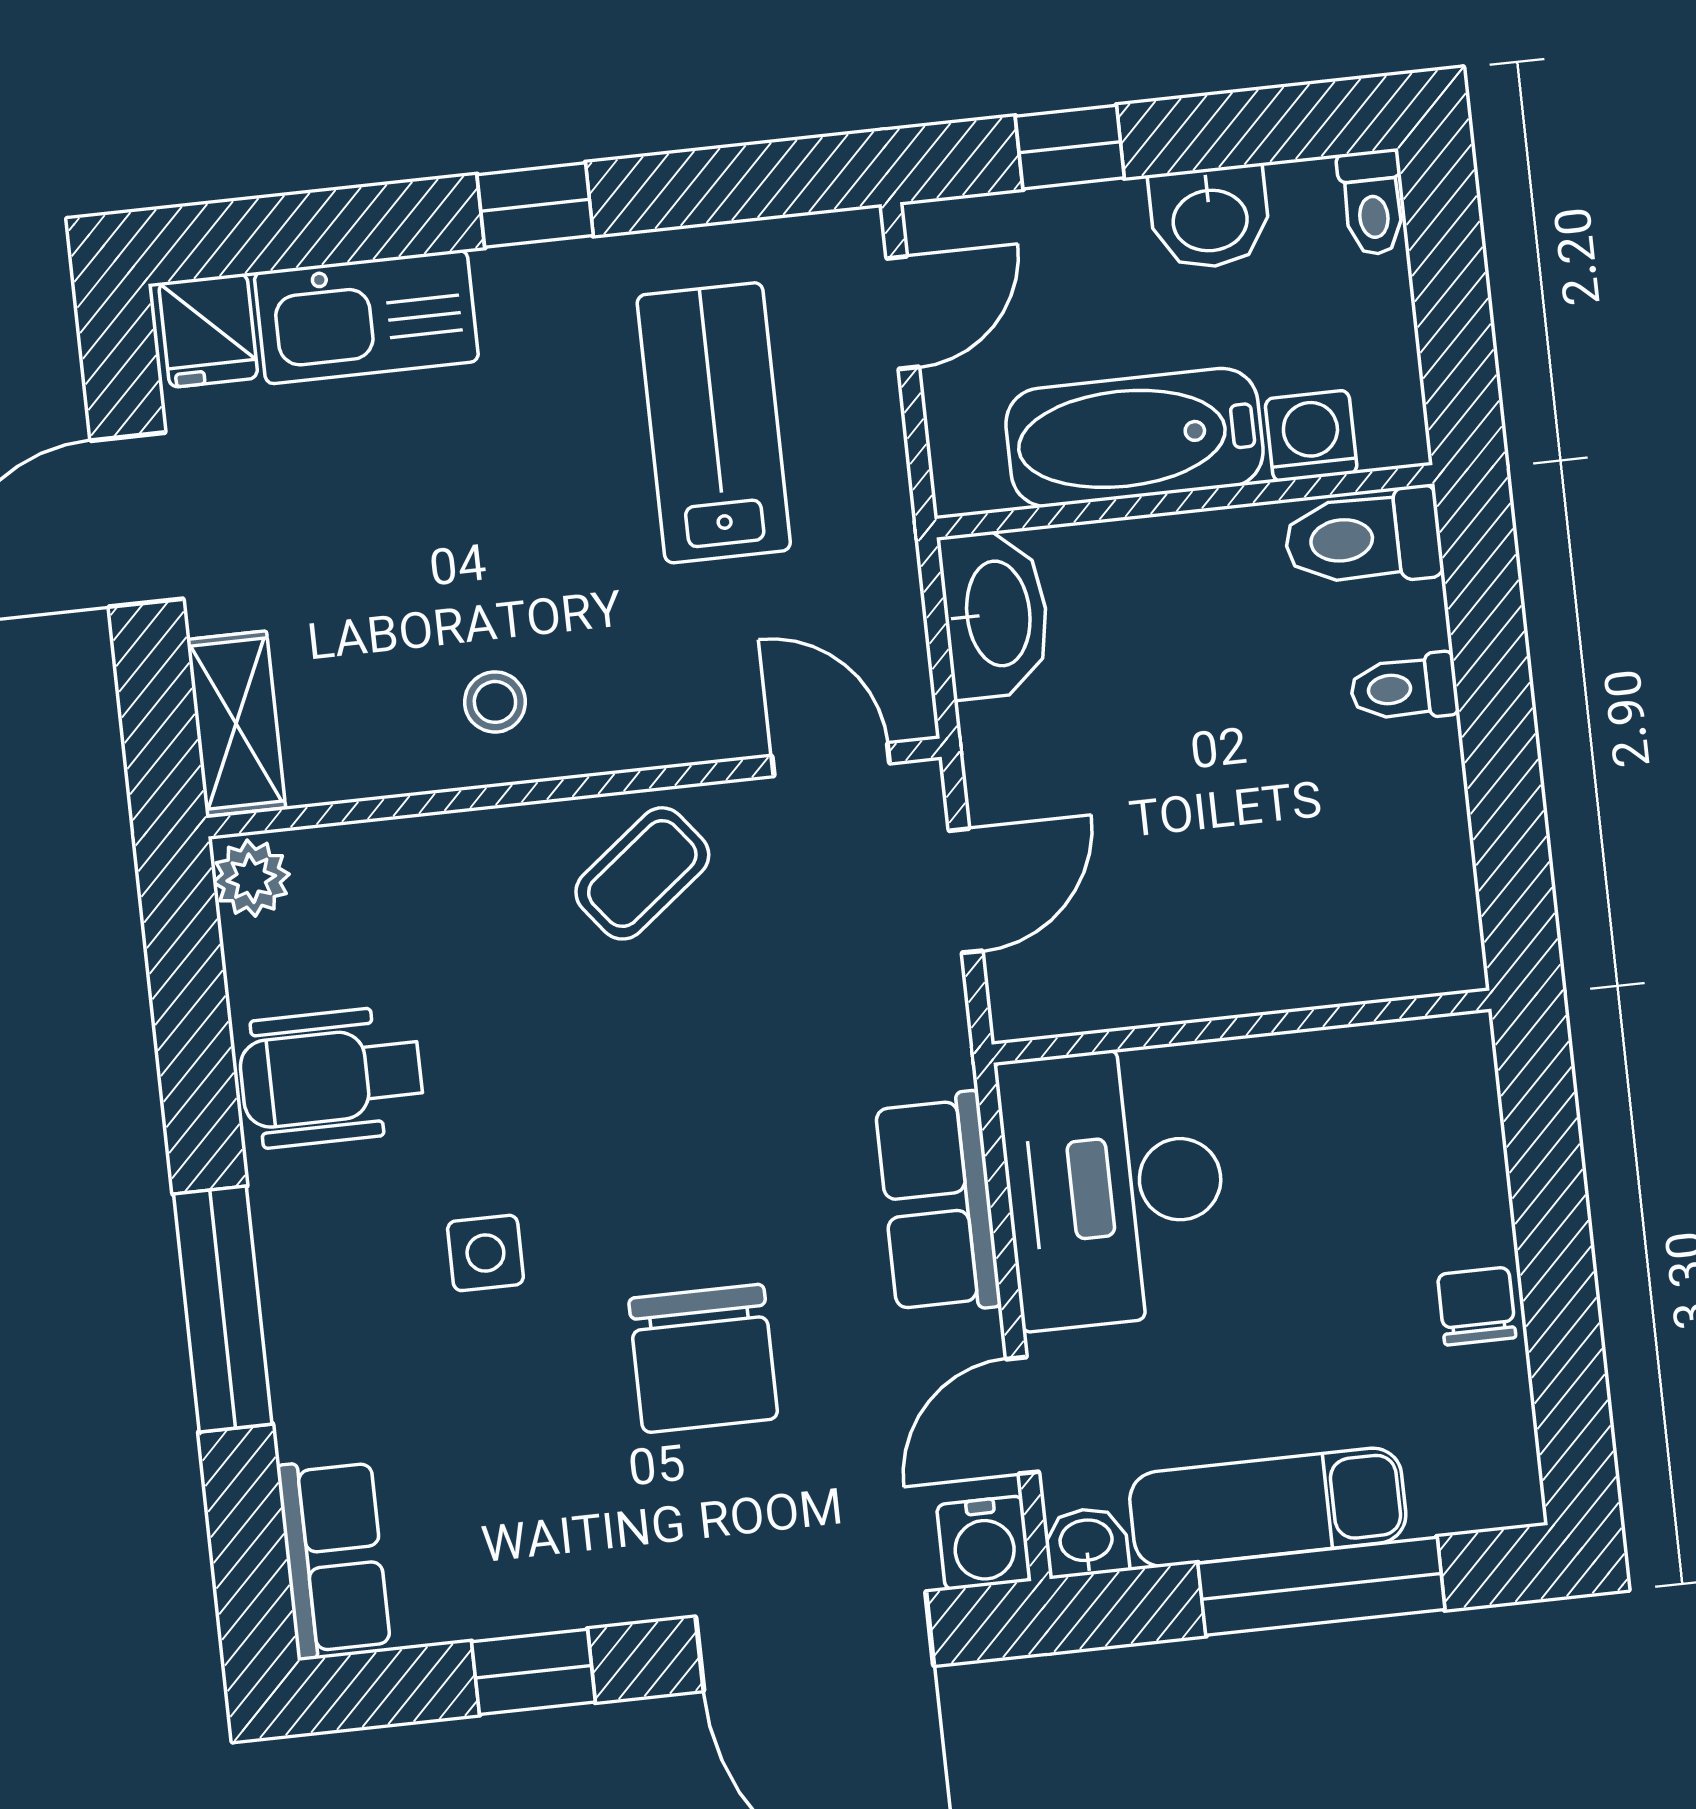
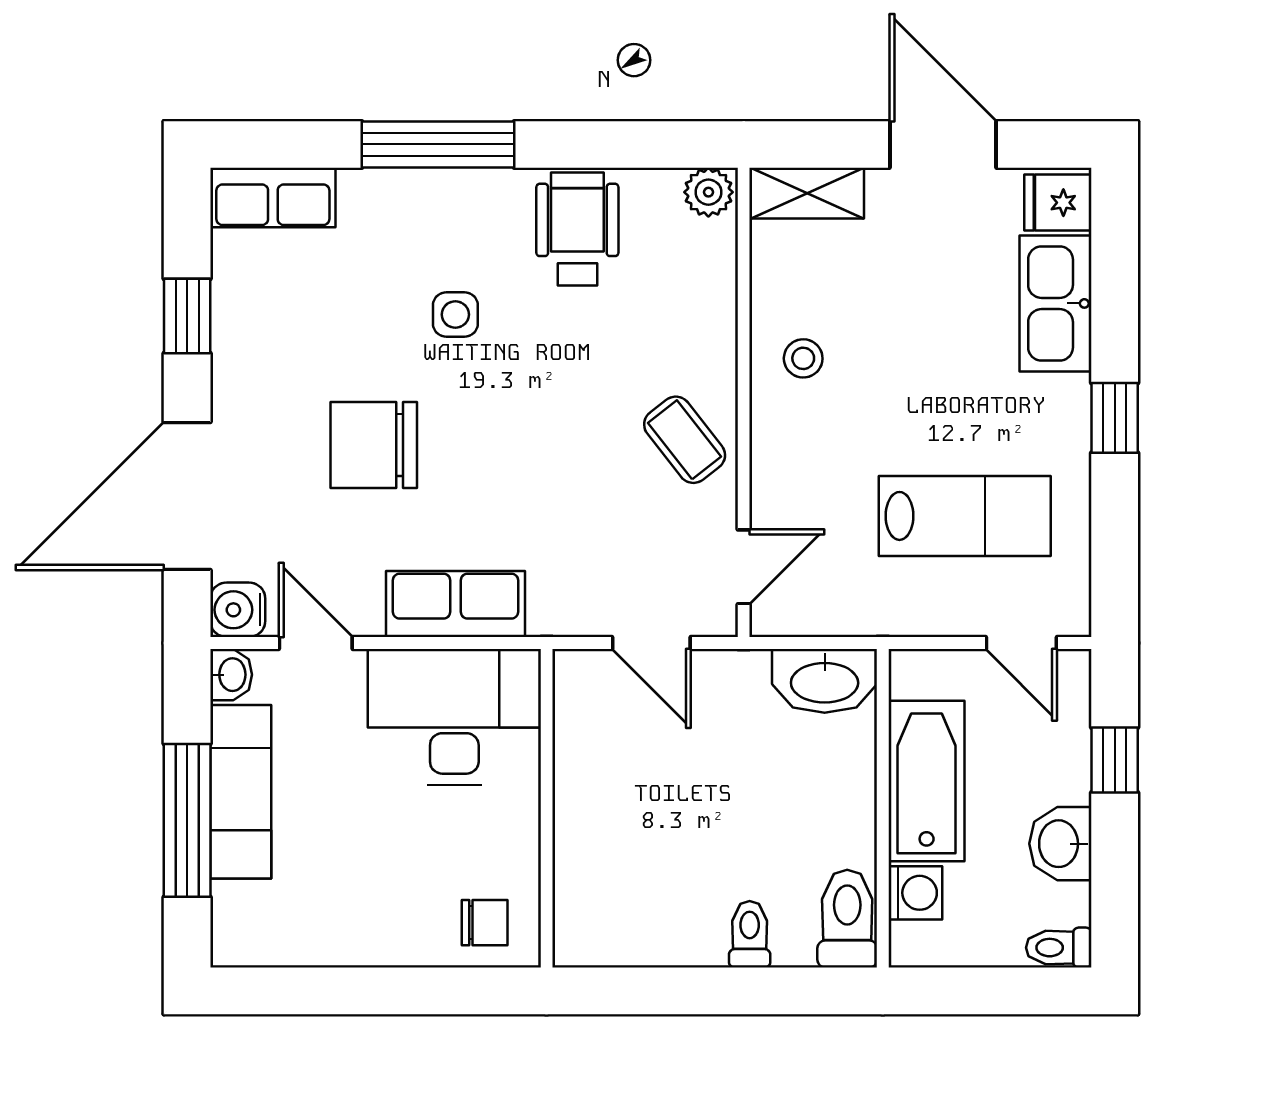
chair: (1477, 1306) -> (485, 923), moved

